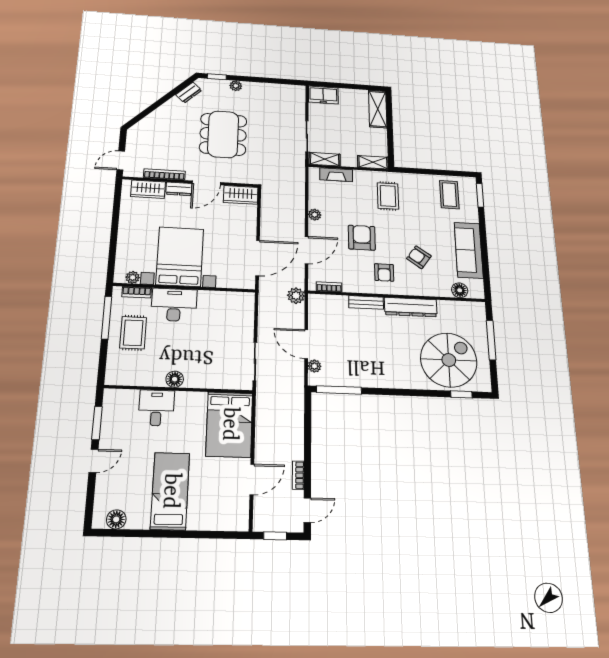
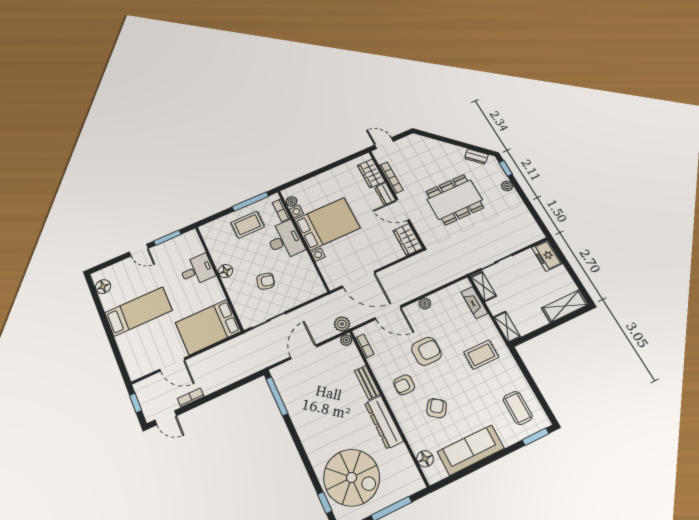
coffee table: (449, 195) -> (518, 408), turned 90
armchair: (210, 345) -> (266, 281), added
plant: (314, 366) -> (346, 340), moved

